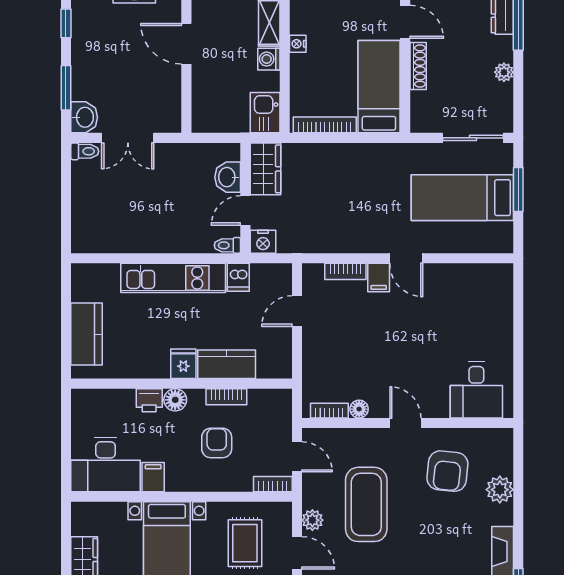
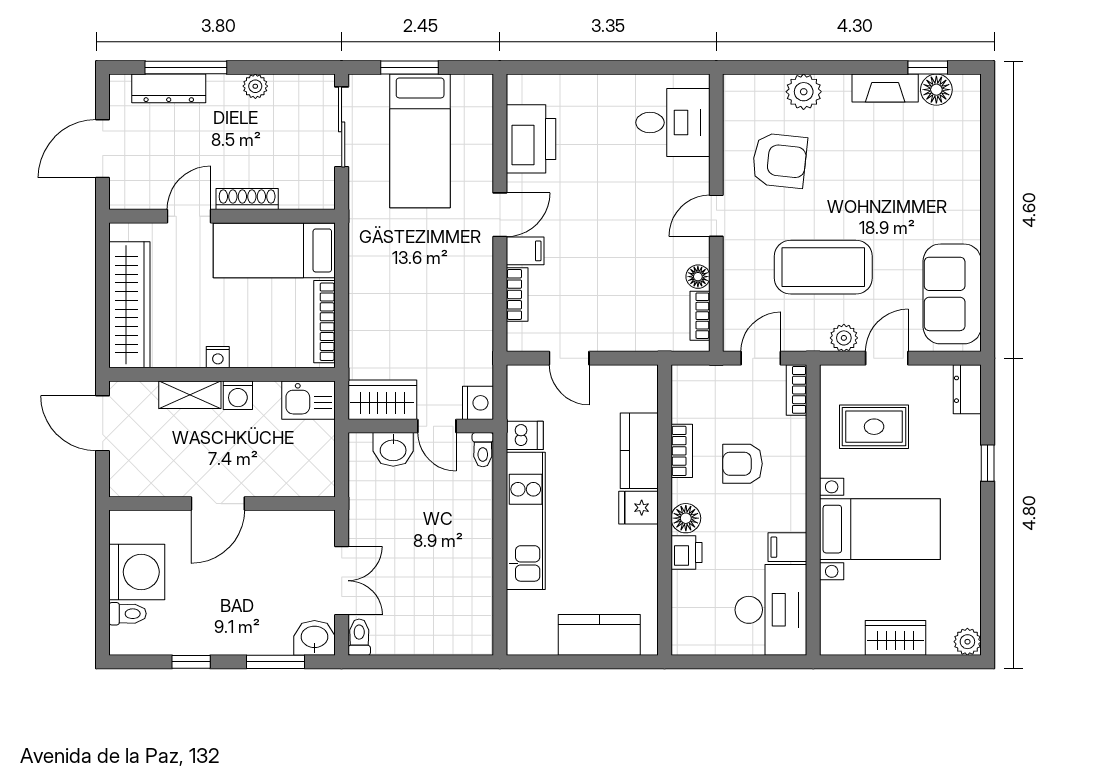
printer: (464, 282) -> (531, 139), added

